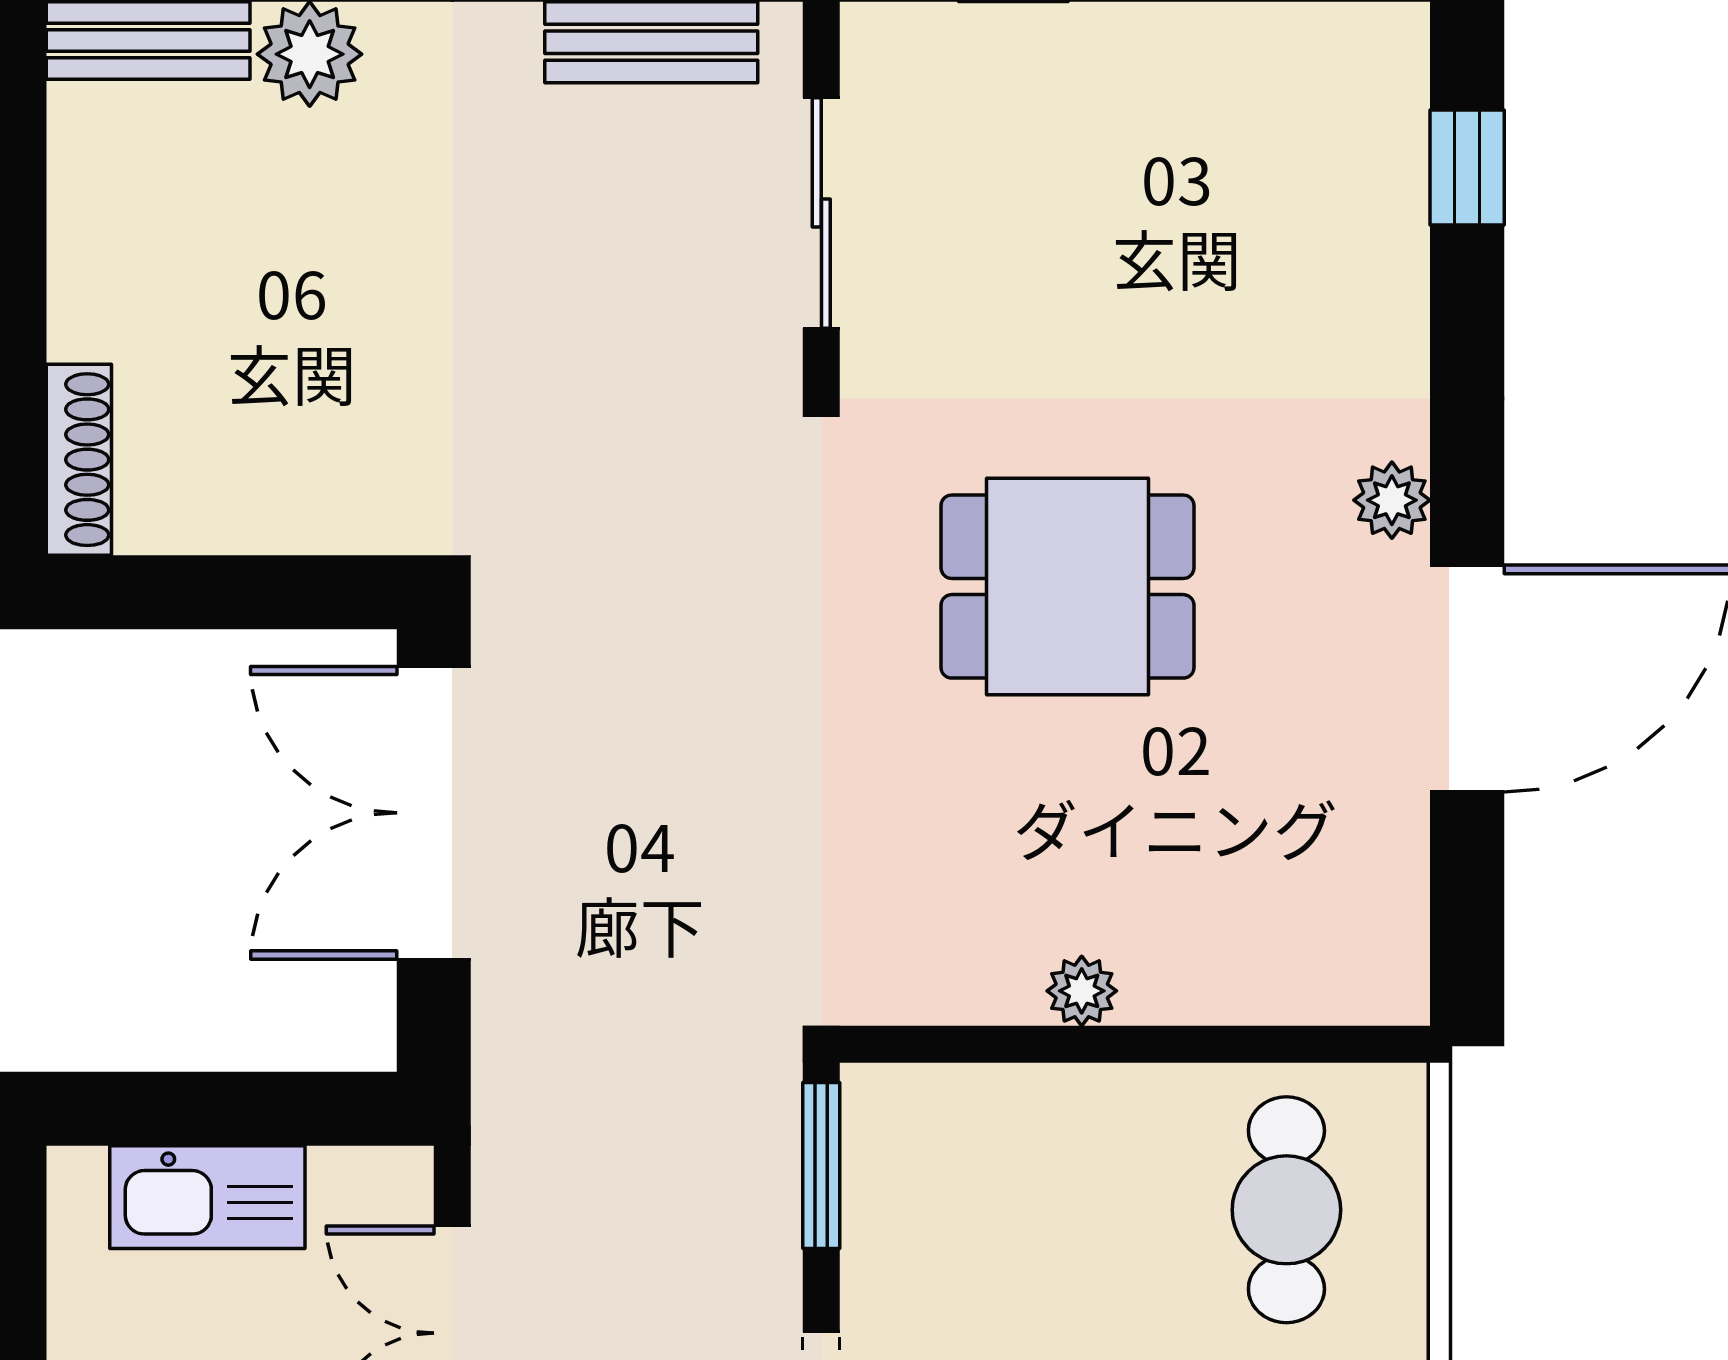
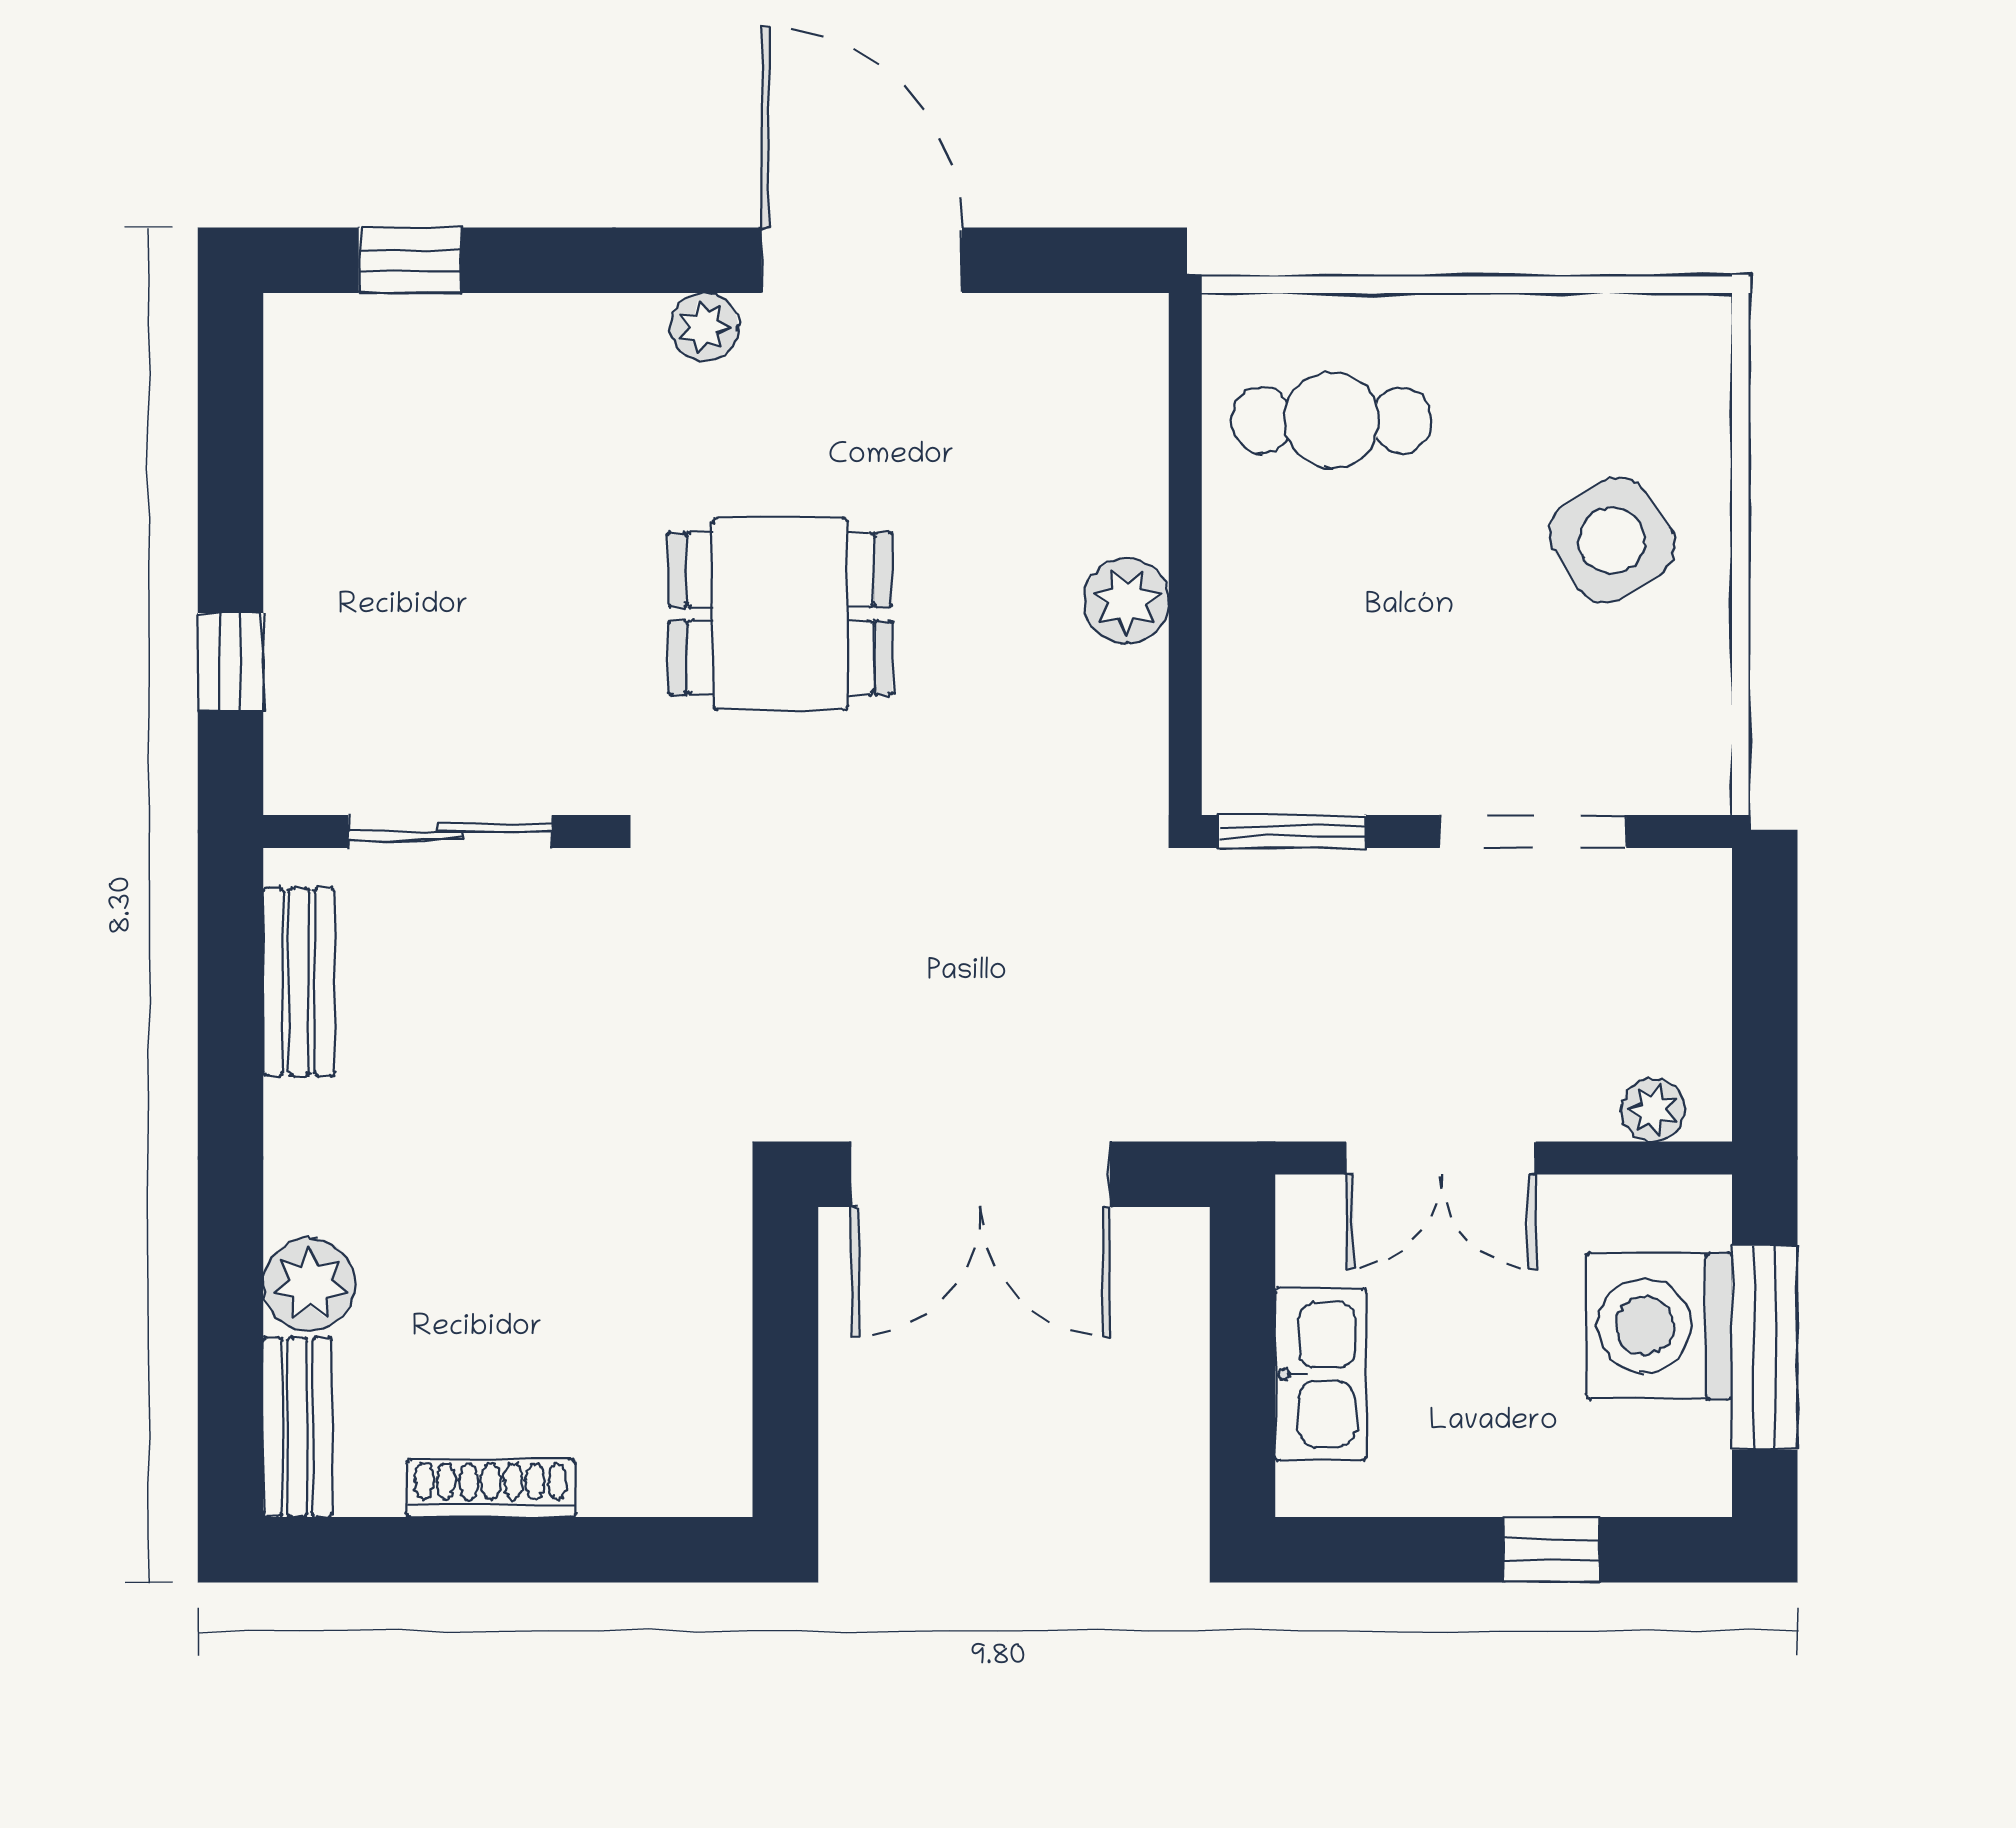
shoe rack: (79, 460) -> (491, 1488), moved
dining table: (1067, 587) -> (780, 614), turned 90
plant: (1082, 991) -> (1127, 601), width x1.38, depth x1.38

